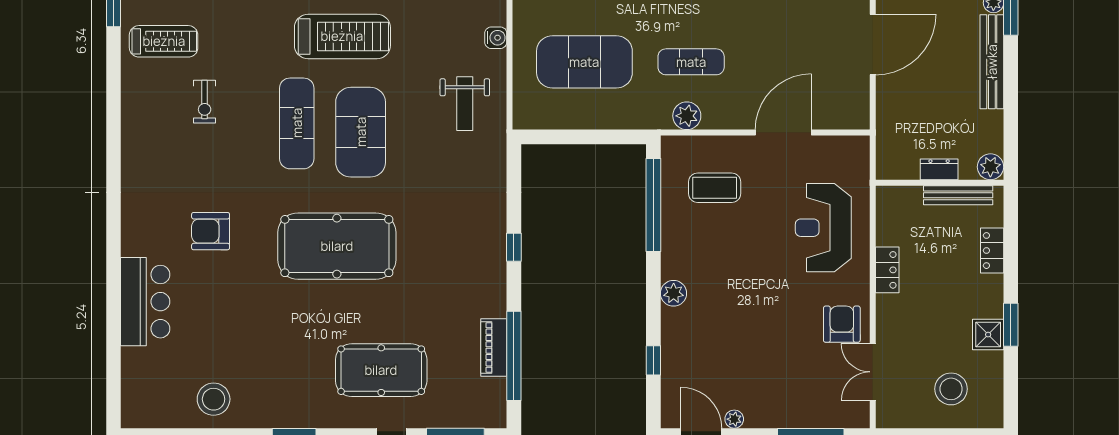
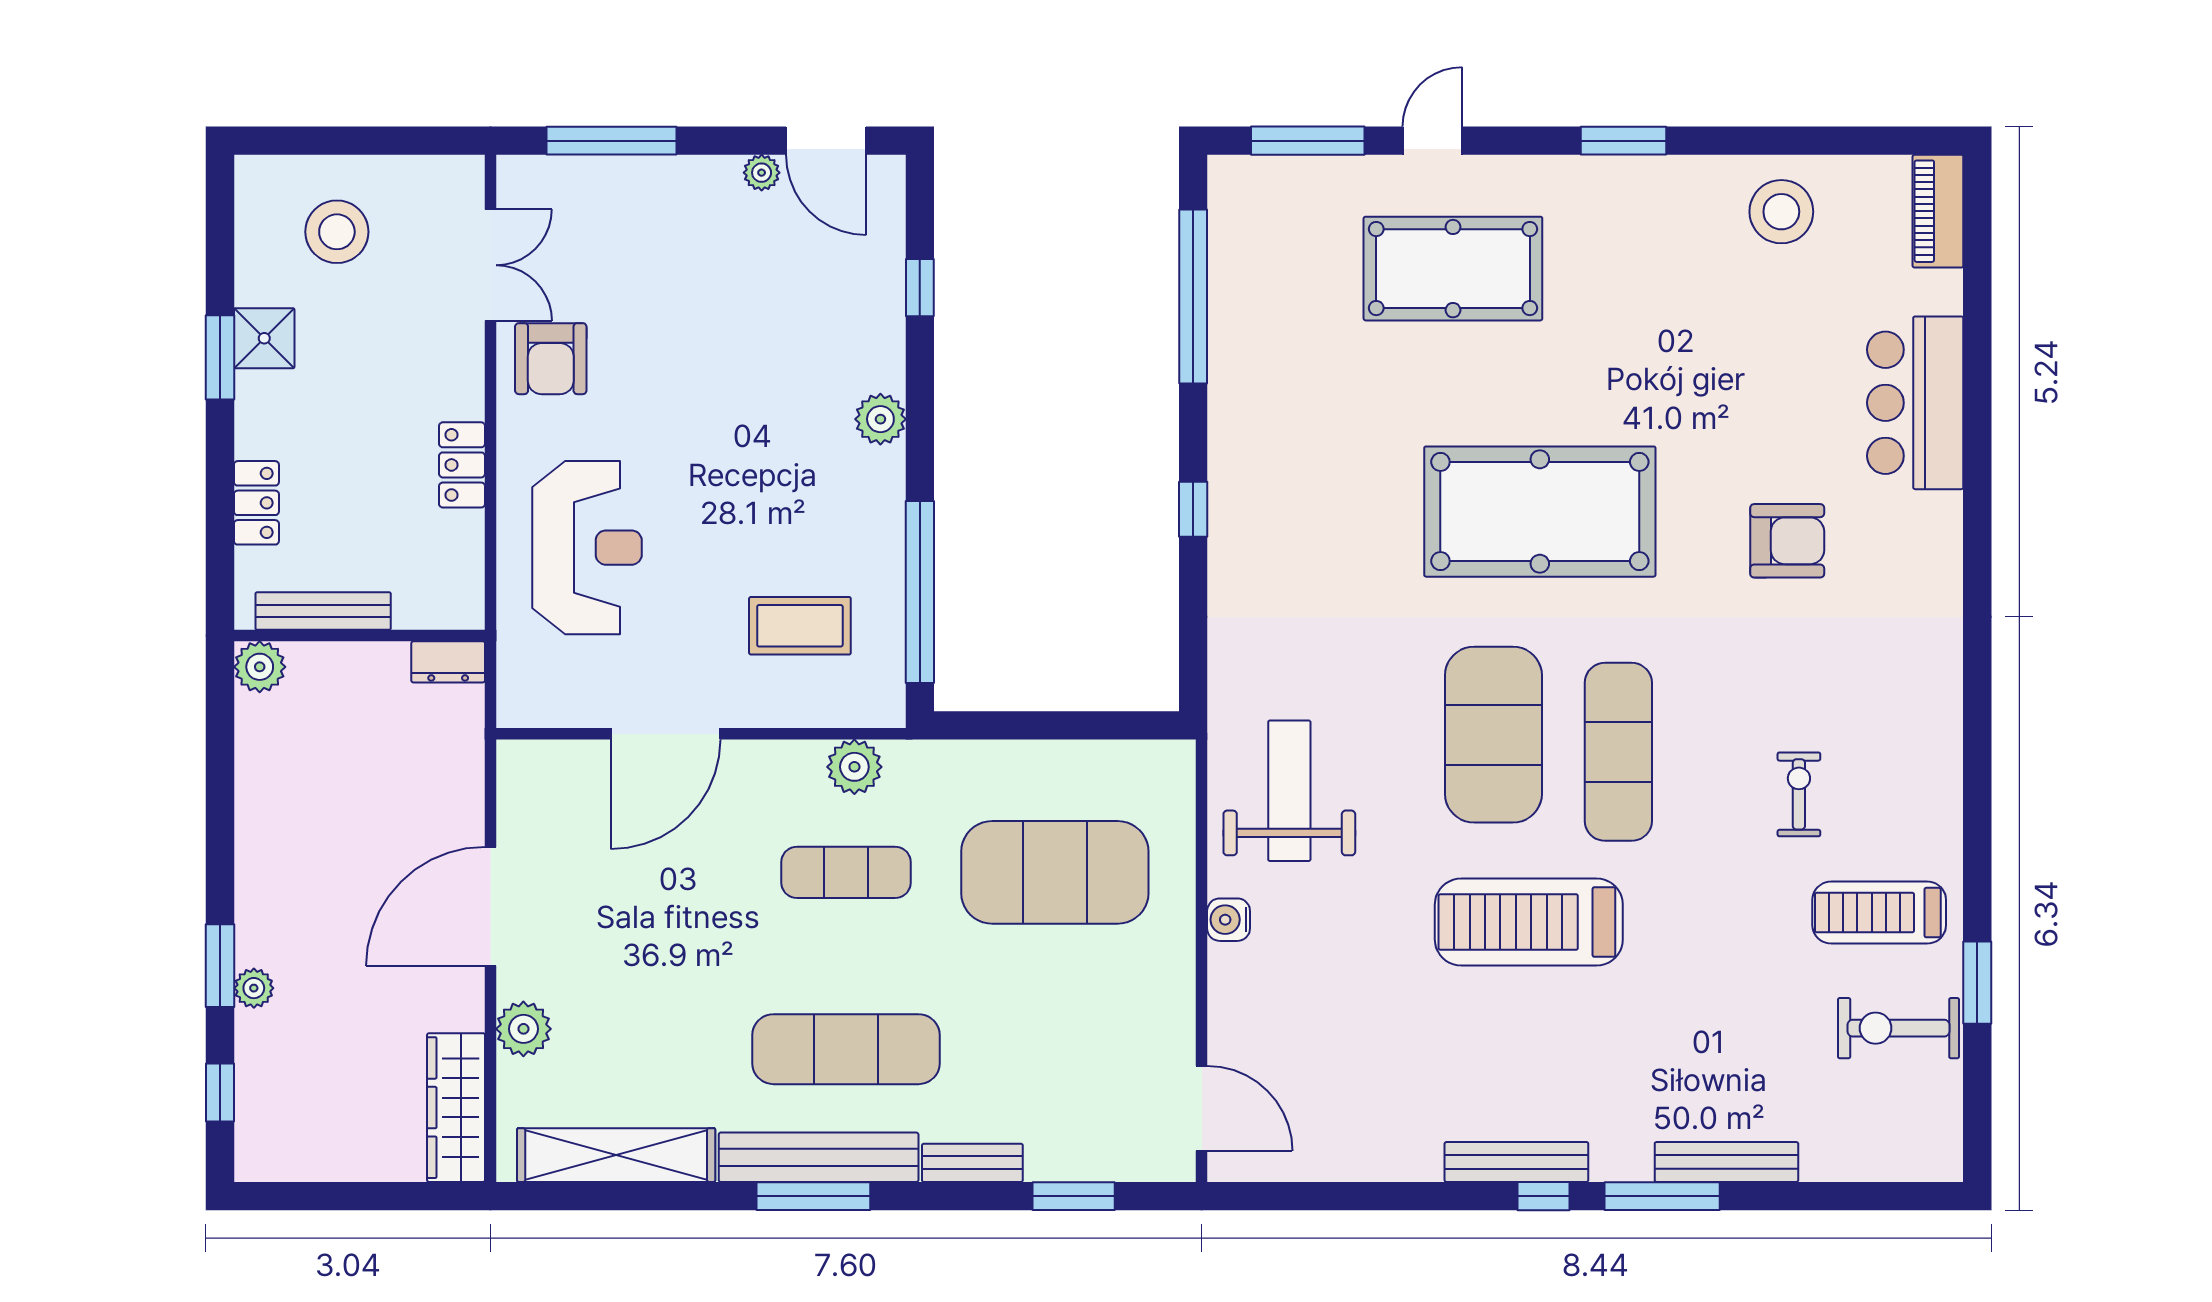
bench: (992, 62) -> (257, 873), removed
weight bench: (465, 104) -> (1289, 791), width x1.36, depth x1.33
dresser: (939, 169) -> (448, 662), moved
piano: (494, 348) -> (1938, 211), moved, turned 180

